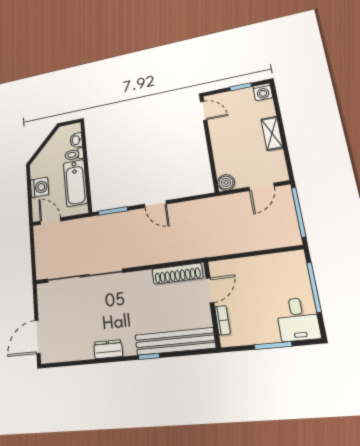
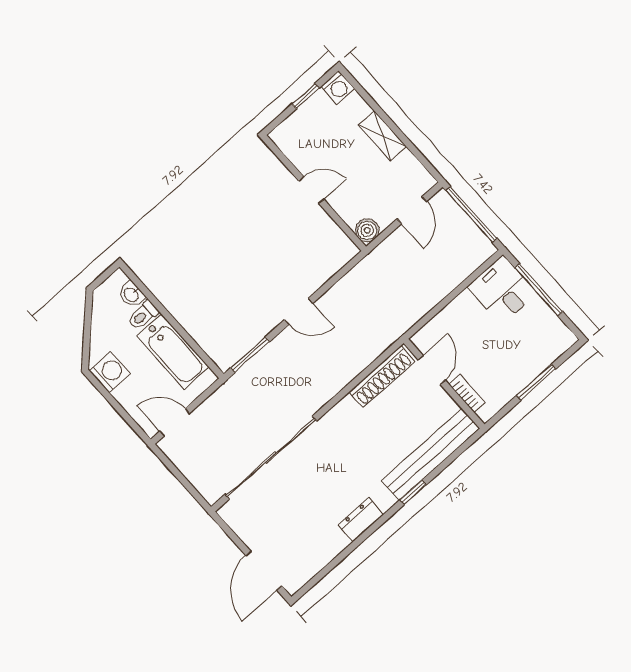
door: (204, 111) -> (311, 190), moved
washing machine: (40, 187) -> (110, 372), moved
desk: (298, 319) -> (502, 290), moved, turned 180

